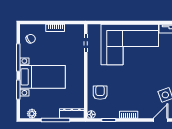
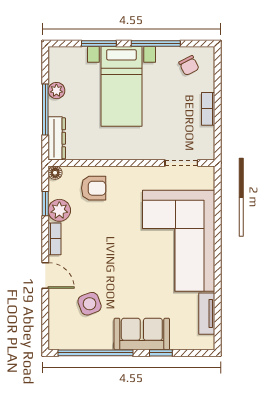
plant: (113, 112) -> (59, 210), added
plant: (32, 114) -> (56, 91), moved
door: (161, 120) -> (45, 275), moved

